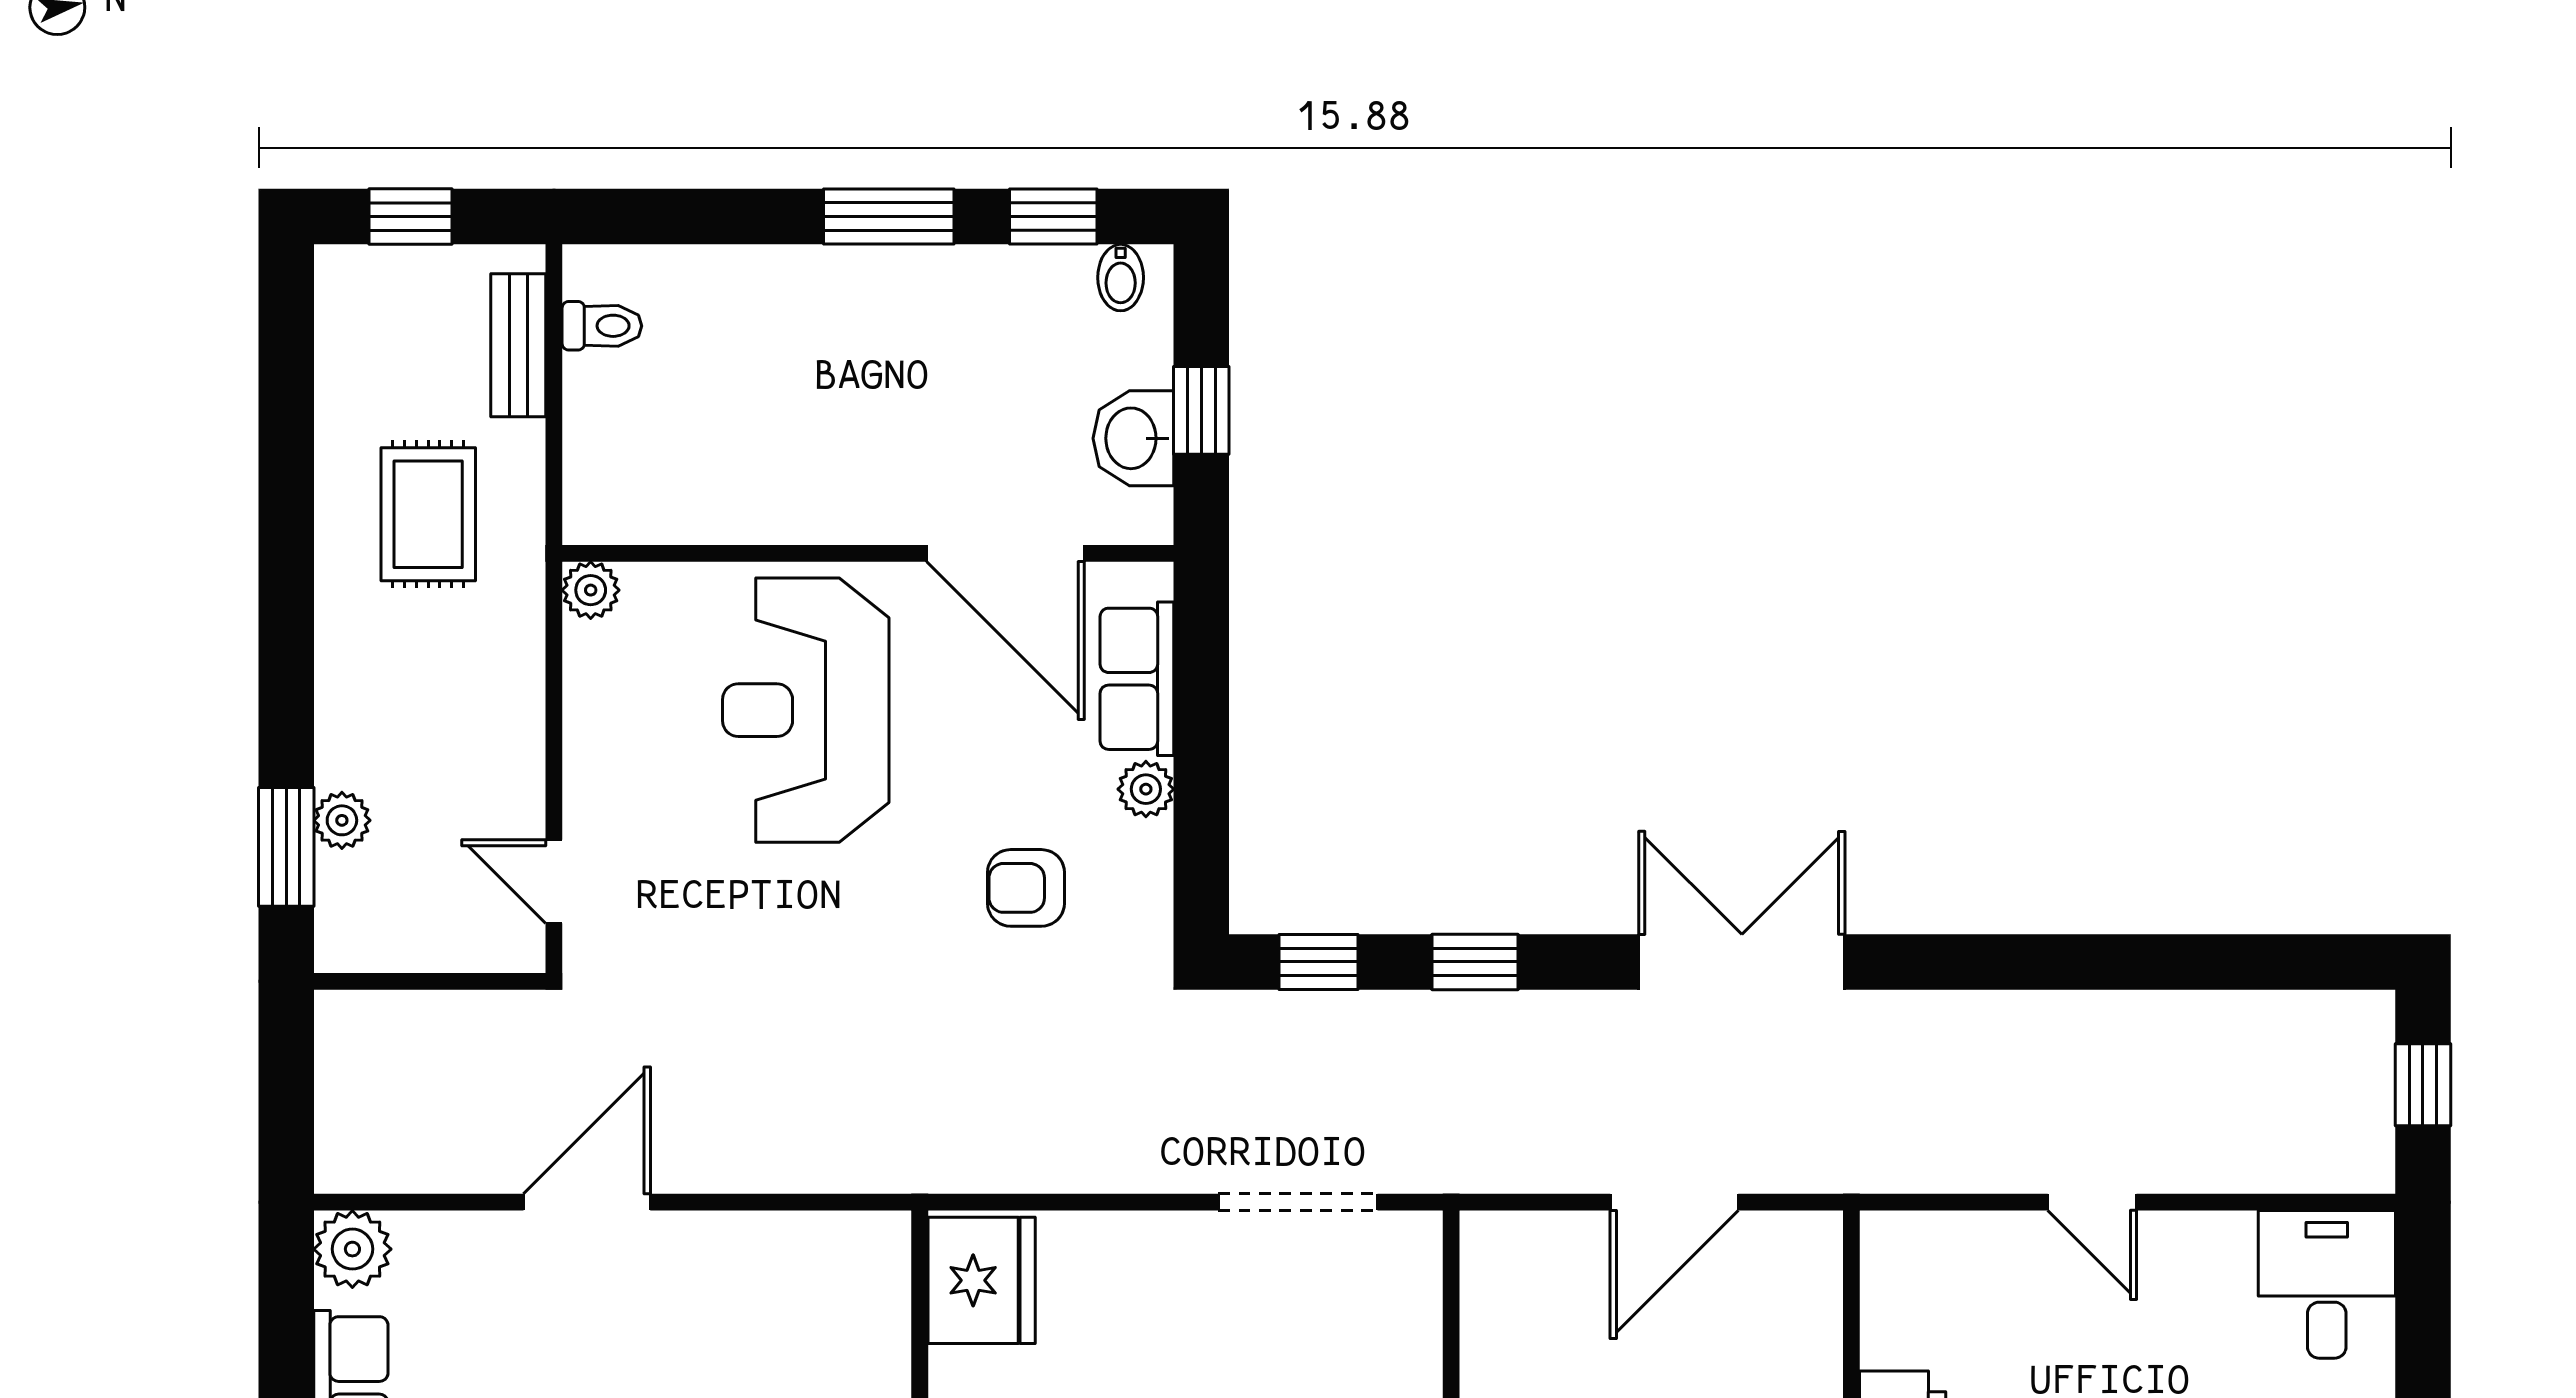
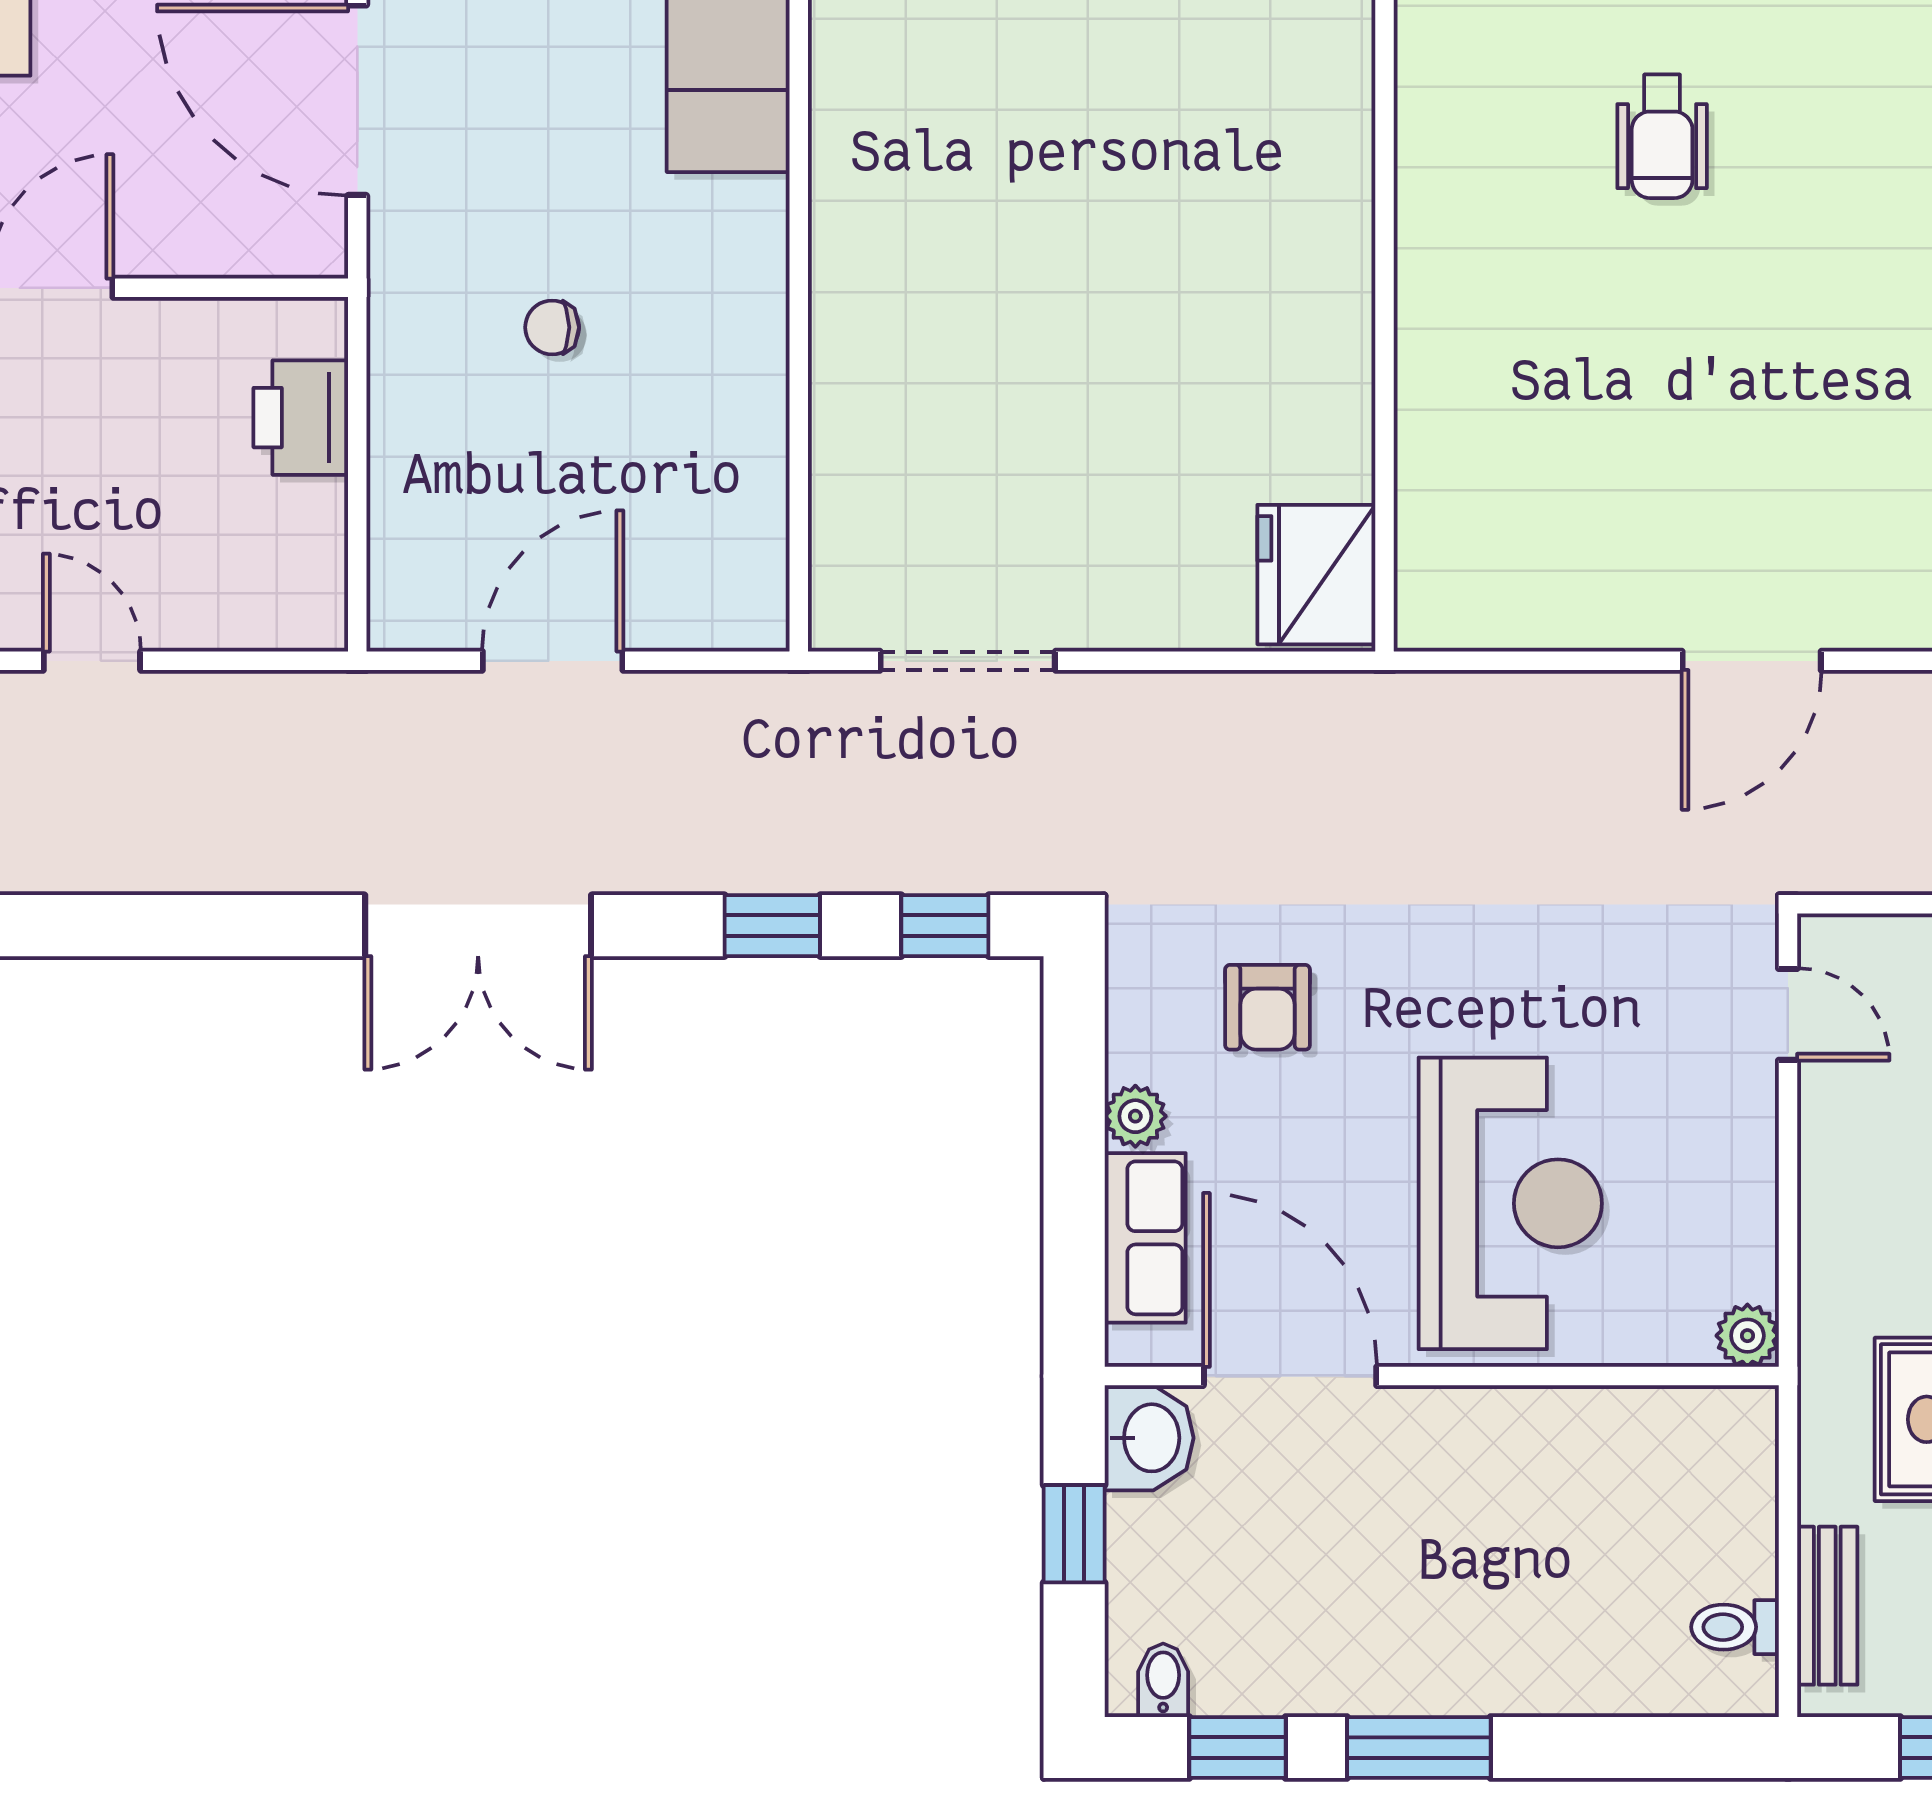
washbasin: (1133, 438) -> (1149, 1438), moved
armchair: (1026, 888) -> (1268, 1007), turned 90

